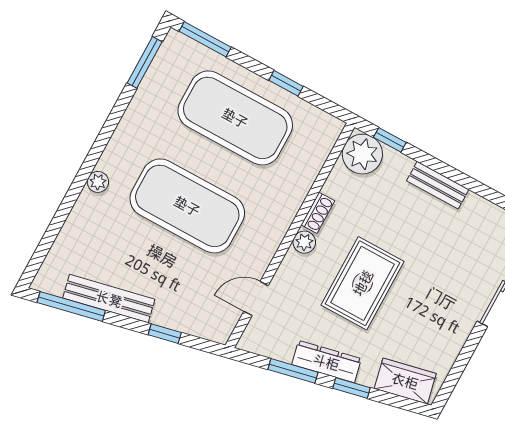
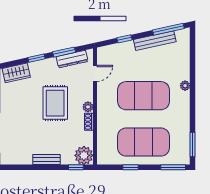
dresser: (326, 362) -> (72, 59), moved

